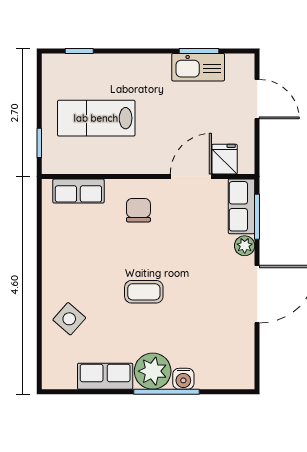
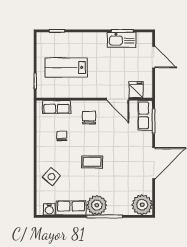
door: (191, 176) -> (118, 99), swing flipped
chair: (88, 244) -> (62, 136), added
plant: (245, 246) -> (142, 205), moved, width x1.87, depth x1.87
water cooler: (183, 379) -> (49, 209), moved

